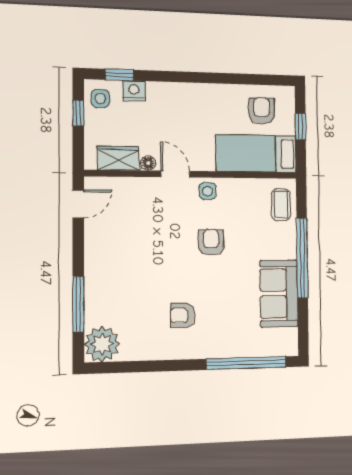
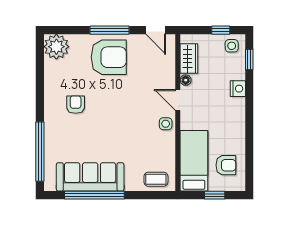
nightstand: (134, 91) -> (238, 89), moved
door: (175, 174) -> (178, 100), swing flipped
armchair: (211, 242) -> (109, 57), moved, width x1.88, depth x1.88
window: (302, 258) -> (94, 195), moved
sofa: (279, 293) -> (90, 177), width x1.36
window: (78, 304) -> (109, 30), moved

